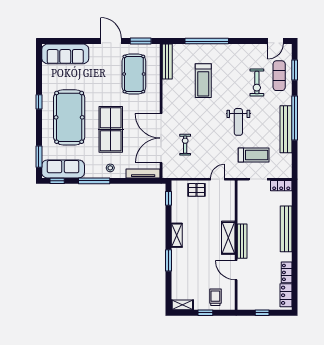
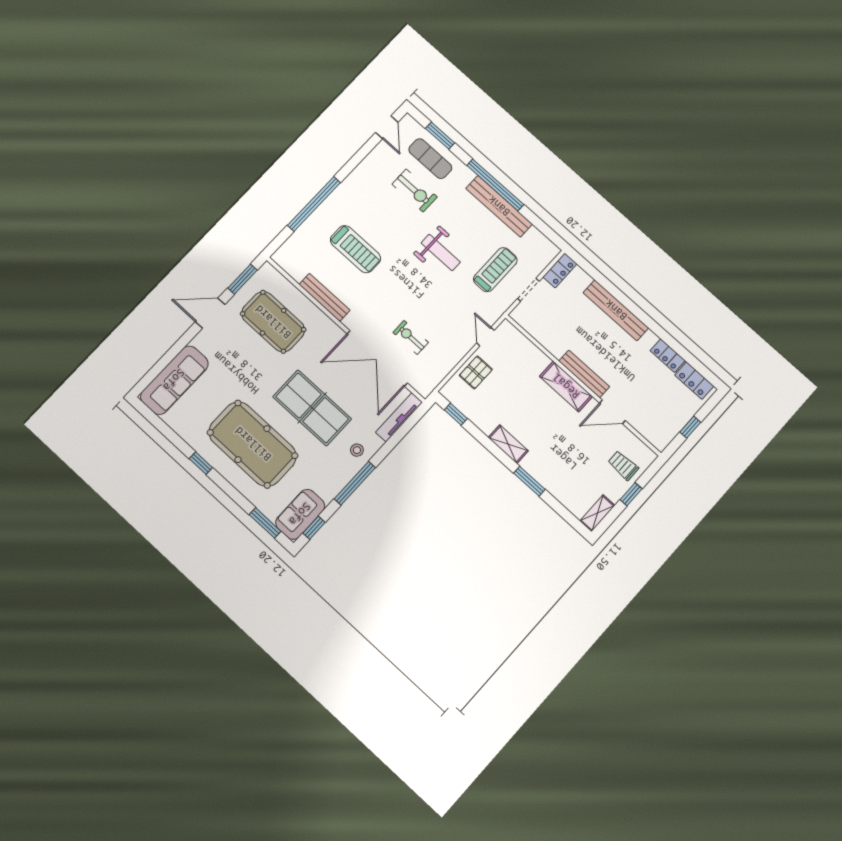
bench: (167, 62) -> (324, 297), moved
sofa: (63, 169) -> (300, 514), width x0.73

